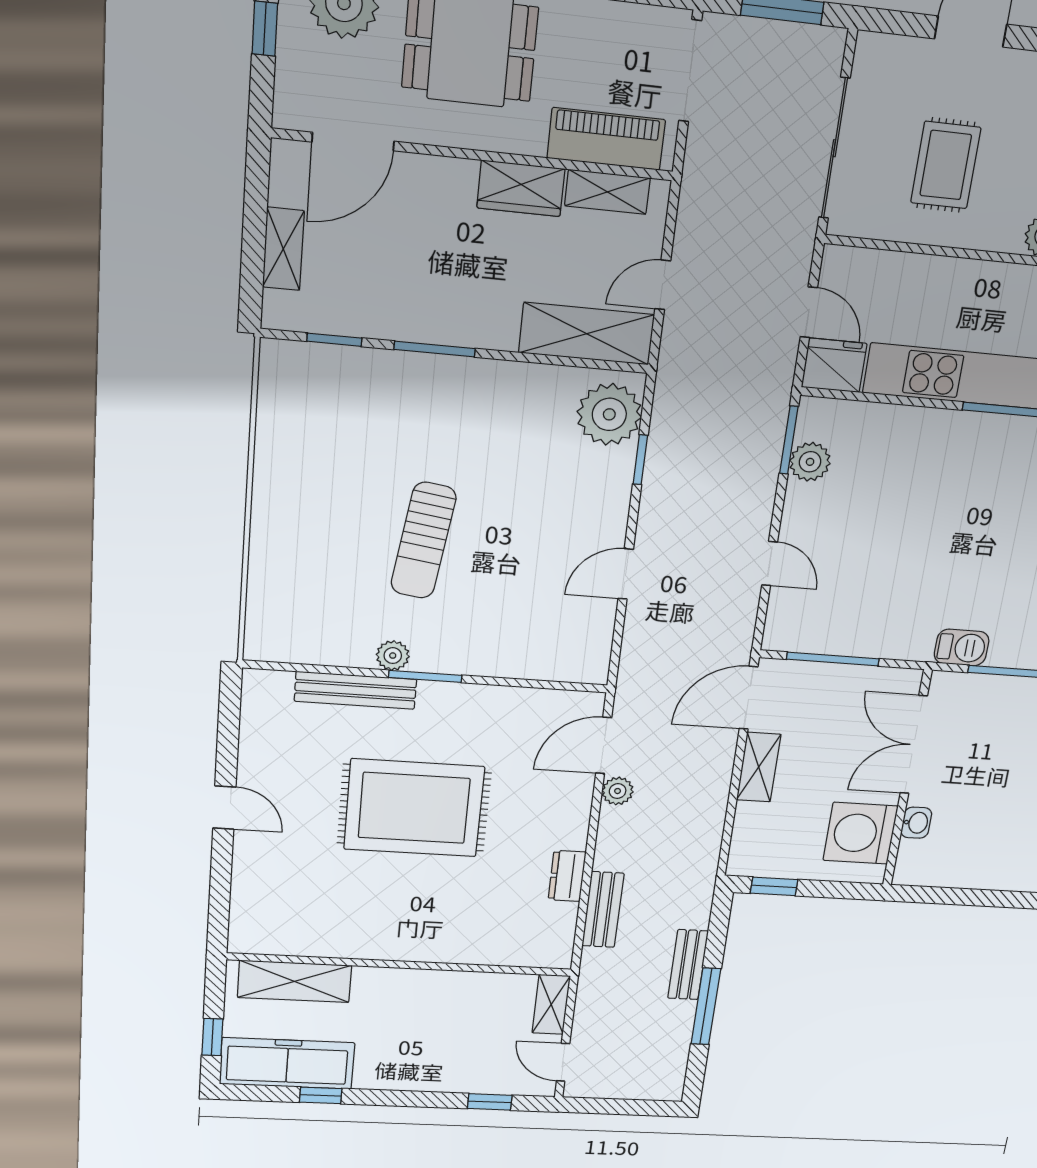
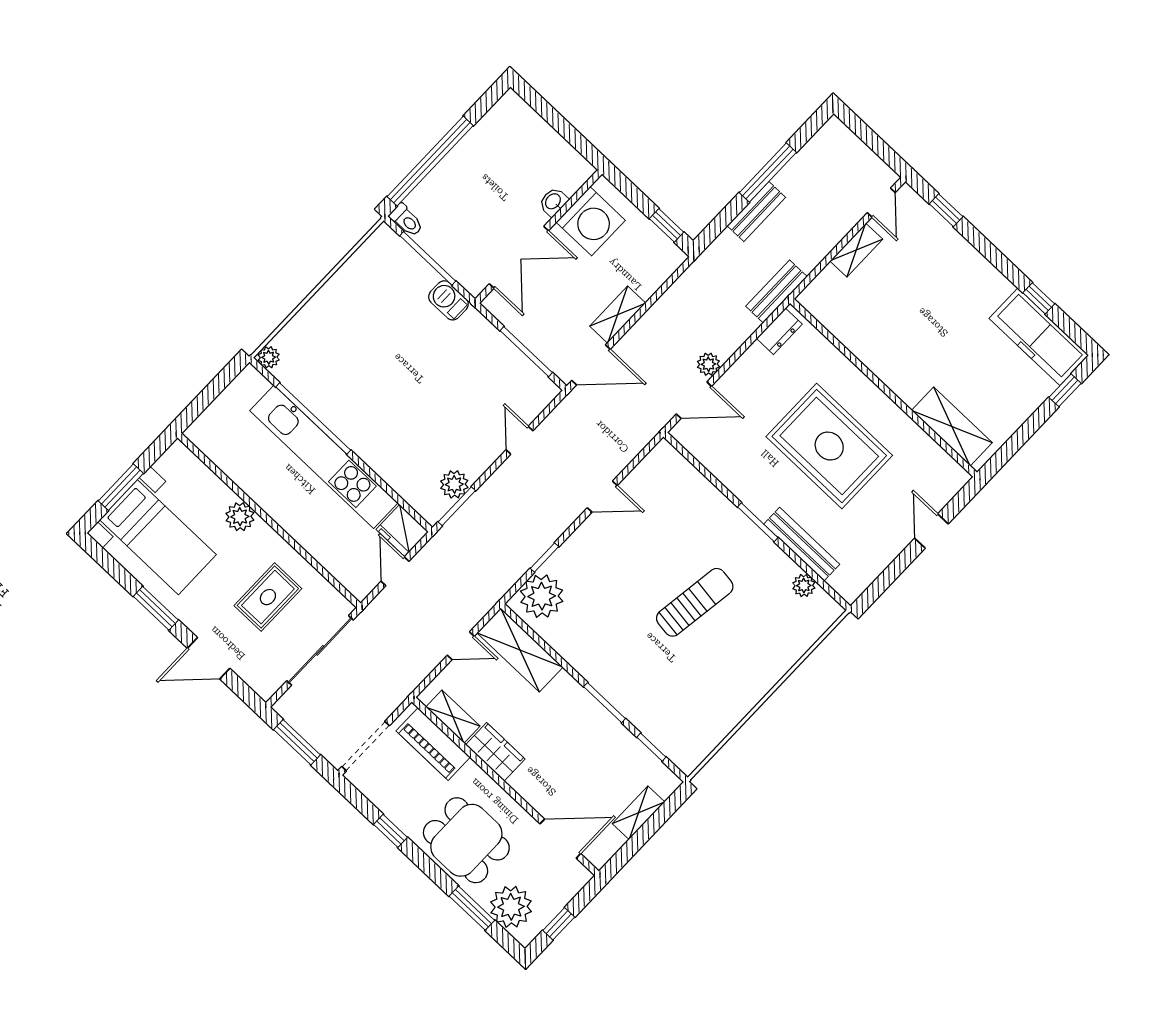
plant: (393, 656) -> (804, 585), moved
wall: (401, 965) -> (884, 388), moved
shelving: (295, 981) -> (952, 427), moved

